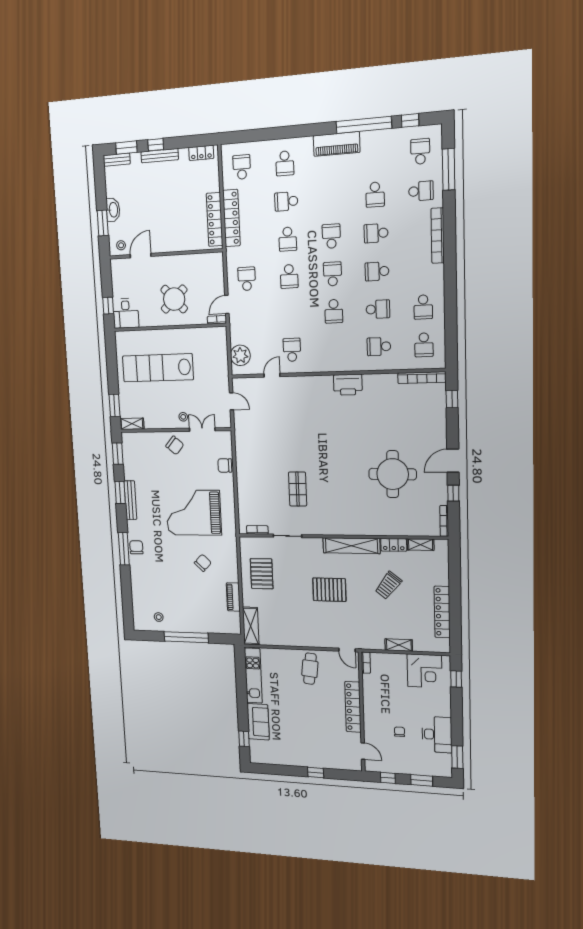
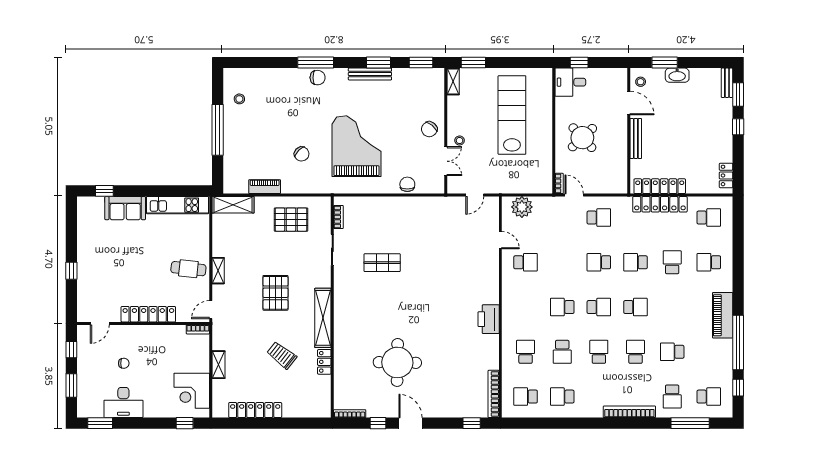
bench: (160, 156) -> (636, 138), moved
shelving: (421, 545) -> (218, 271), moved

